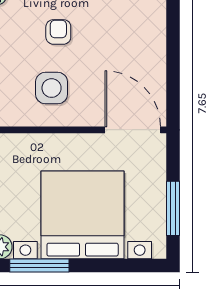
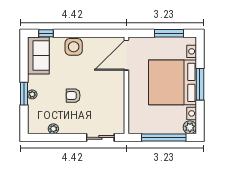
side table: (52, 88) -> (74, 47), moved
window: (39, 265) -> (200, 84), moved

